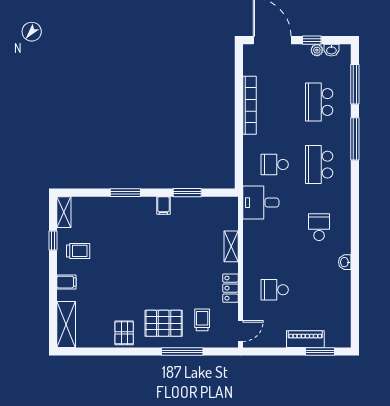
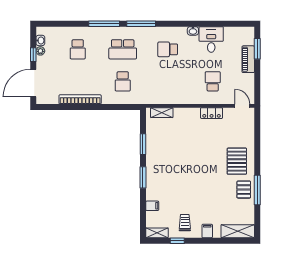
window: (355, 84) -> (141, 24), moved
school desk: (319, 102) -> (78, 49), width x0.54
window: (125, 193) -> (143, 177), moved
desk: (261, 203) -> (211, 39), moved, turned 180
filing cabinet: (163, 206) -> (152, 206), moved
shelving: (231, 246) -> (162, 113), moved
school desk: (275, 290) -> (213, 81), turned 180
trolley: (202, 320) -> (234, 133), removed
pallet: (124, 333) -> (244, 190), turned 90
window: (182, 352) -> (257, 190), moved

